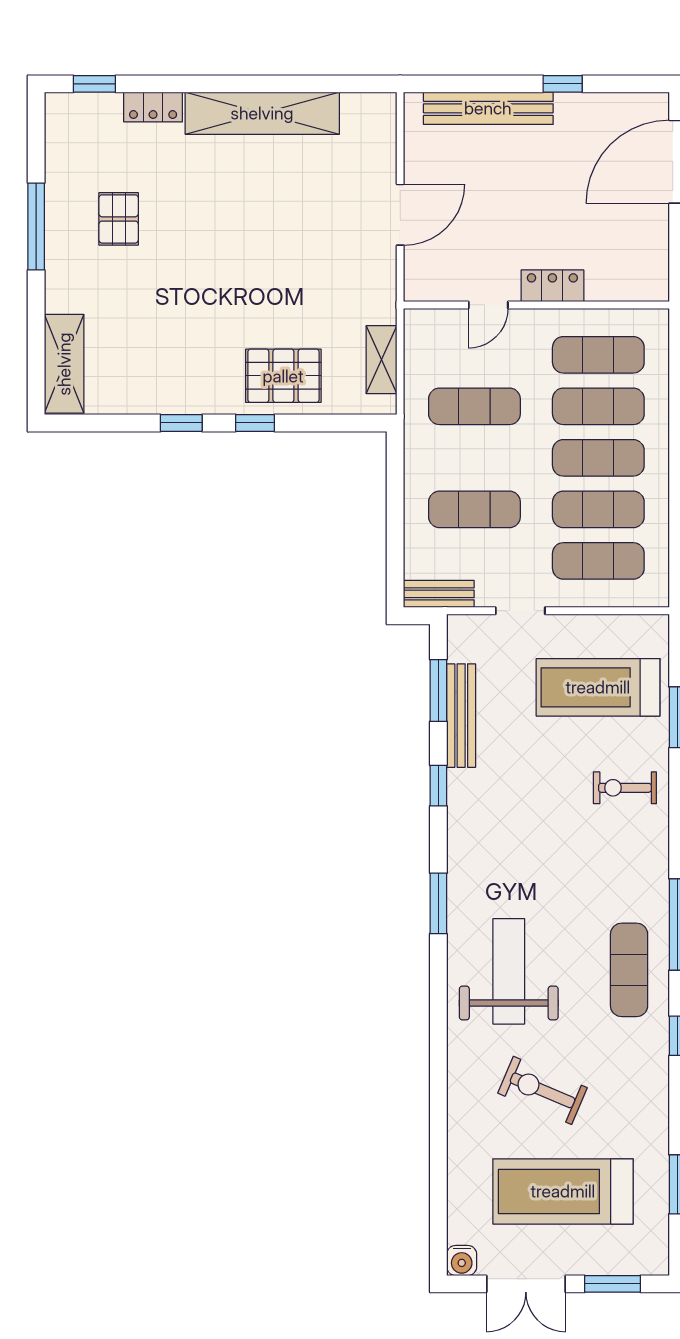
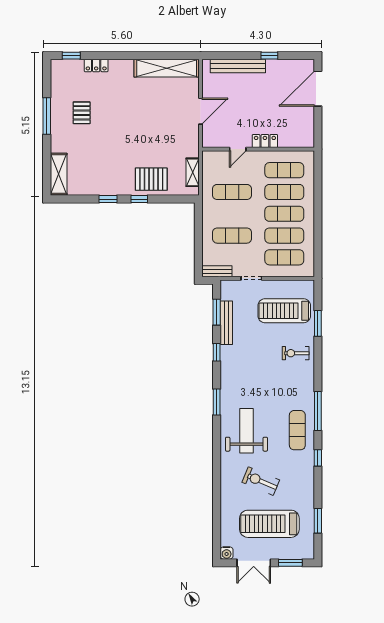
shelving: (262, 113) -> (167, 68), moved

